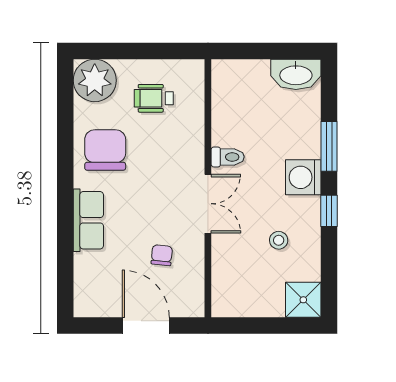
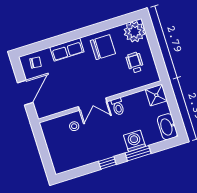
washing machine: (303, 177) -> (134, 141), moved
stool: (279, 240) -> (74, 126), moved
chair: (162, 255) -> (35, 63), moved
shower: (303, 300) -> (156, 95), moved

